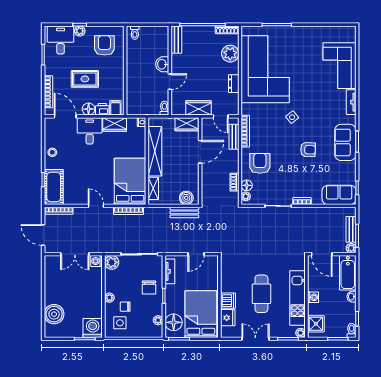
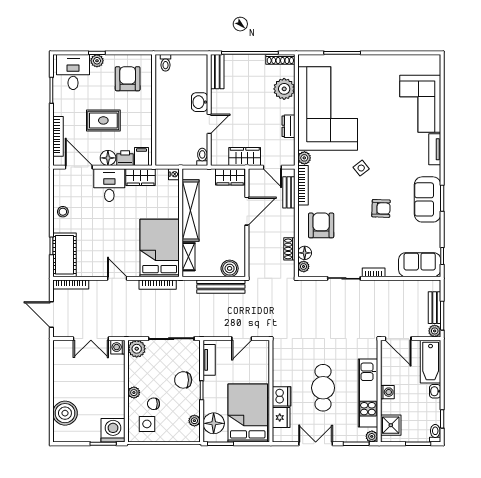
plant: (246, 109) -> (304, 158), added
bench: (184, 212) -> (221, 287), width x1.36
chair: (149, 288) -> (183, 380), turned 90

